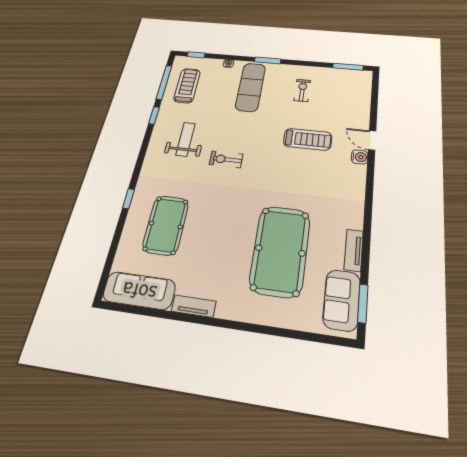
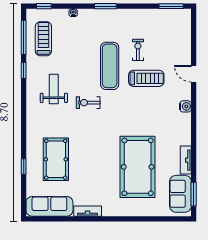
exercise mat: (251, 87) -> (110, 66), moved
exercise bike: (302, 90) -> (138, 50), moved
water cooler: (360, 157) -> (185, 106), moved
window: (129, 199) -> (24, 167), moved

